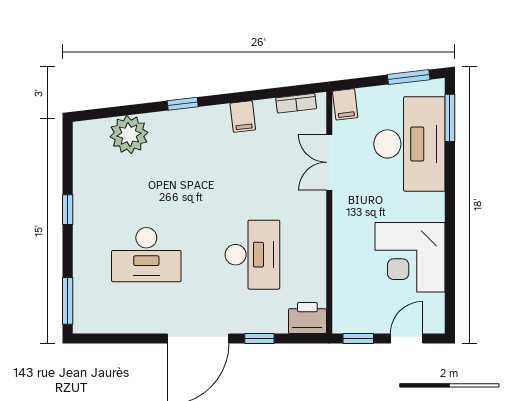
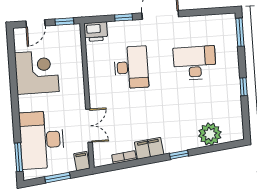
window: (409, 77) -> (58, 178), moved
bookcase: (296, 103) -> (124, 157), moved
filing cabinet: (243, 117) -> (149, 148), width x2.00
desk: (252, 255) -> (131, 67), turned 180

